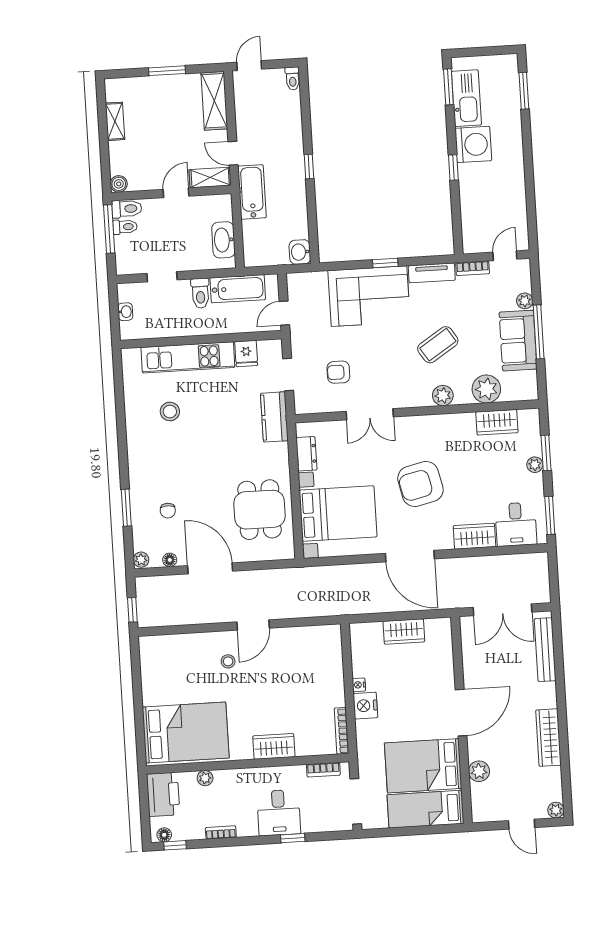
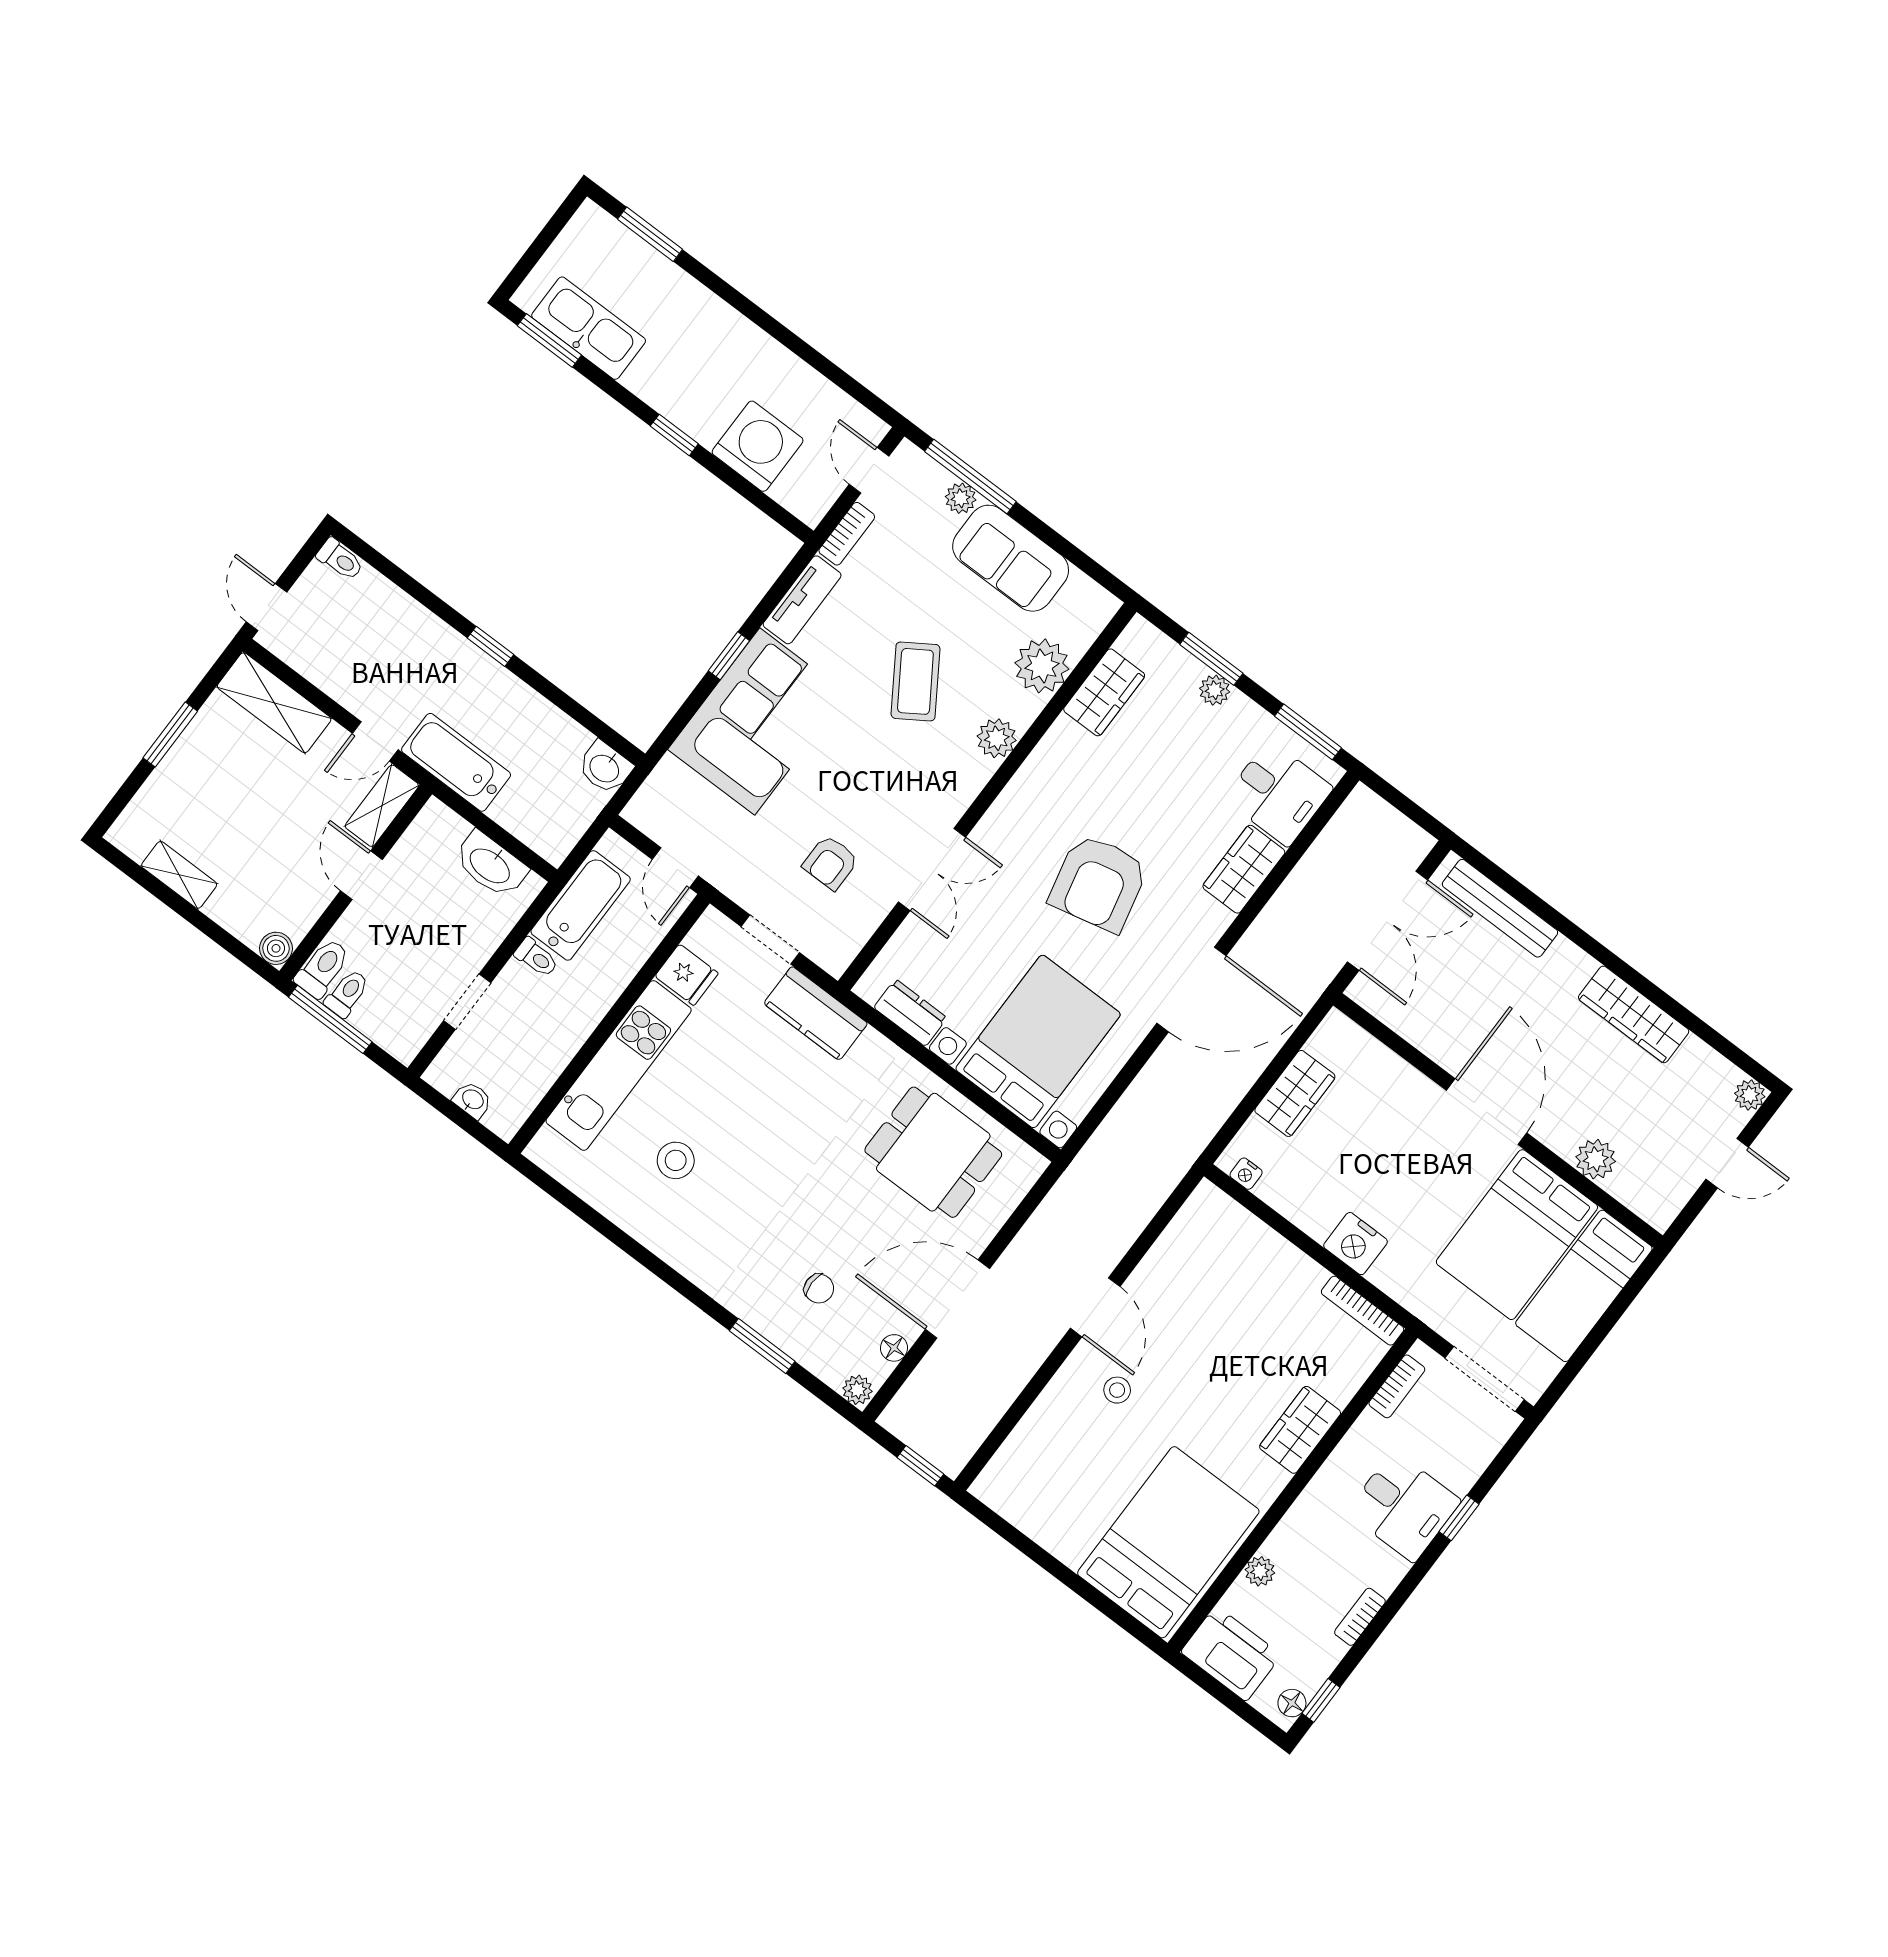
washing machine: (473, 144) -> (758, 446), moved
toilet: (200, 293) -> (536, 957), width x0.73, depth x0.72
window: (539, 332) -> (970, 477), moved
nightstand: (359, 685) -> (1246, 1174), moved

